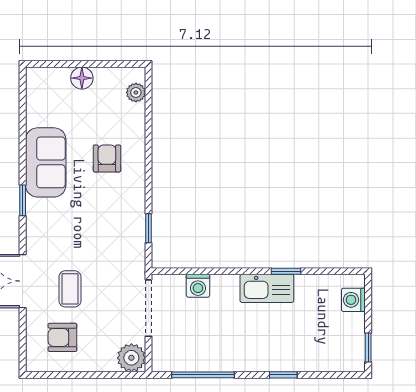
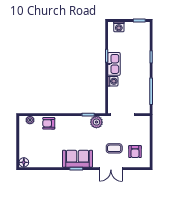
floor lamp: (82, 78) -> (24, 162), moved
armchair: (107, 158) -> (49, 123), moved
sofa: (46, 162) -> (77, 159), moved
washing machine: (198, 286) -> (113, 81), moved
plant: (131, 358) -> (96, 122), moved

